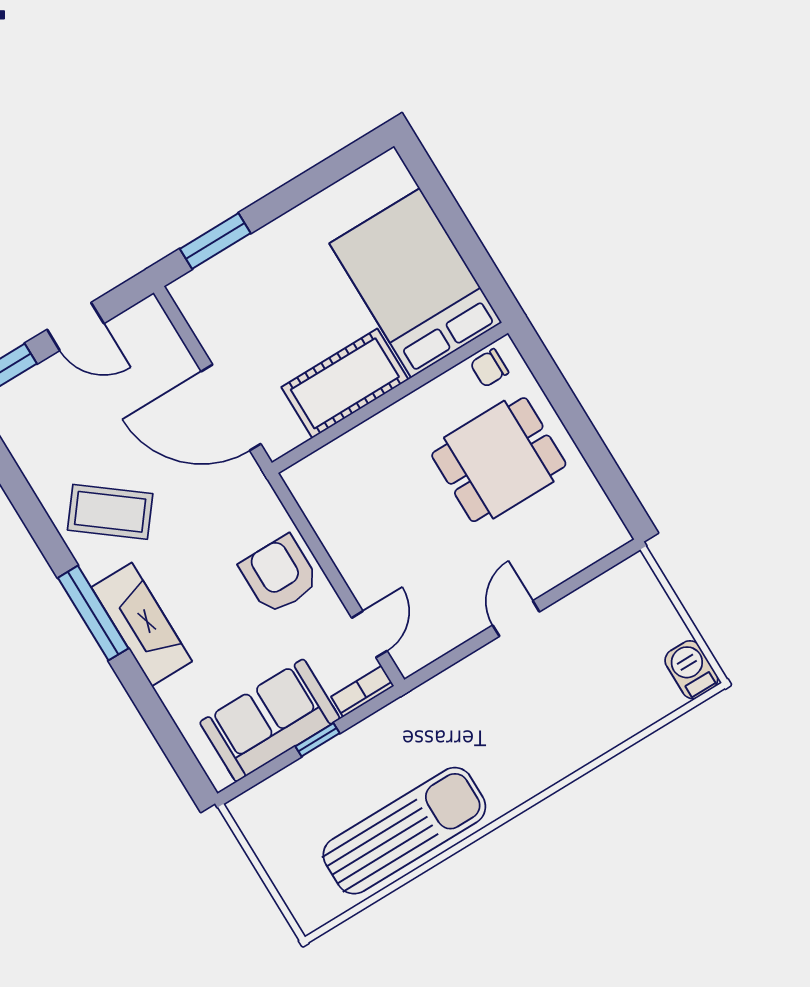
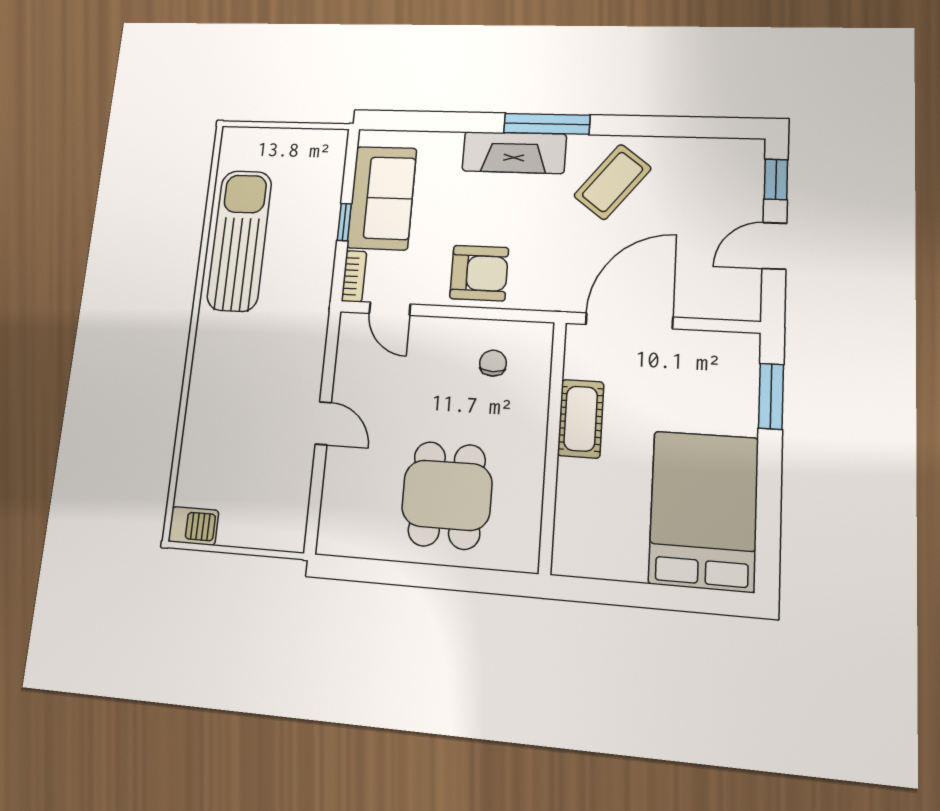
bed: (416, 283) -> (704, 511), moved, turned -90
chair: (489, 368) -> (493, 363), moved
cot: (345, 383) -> (581, 419), width x0.73, depth x0.75
sun lounger: (404, 831) -> (239, 240), turned 180

